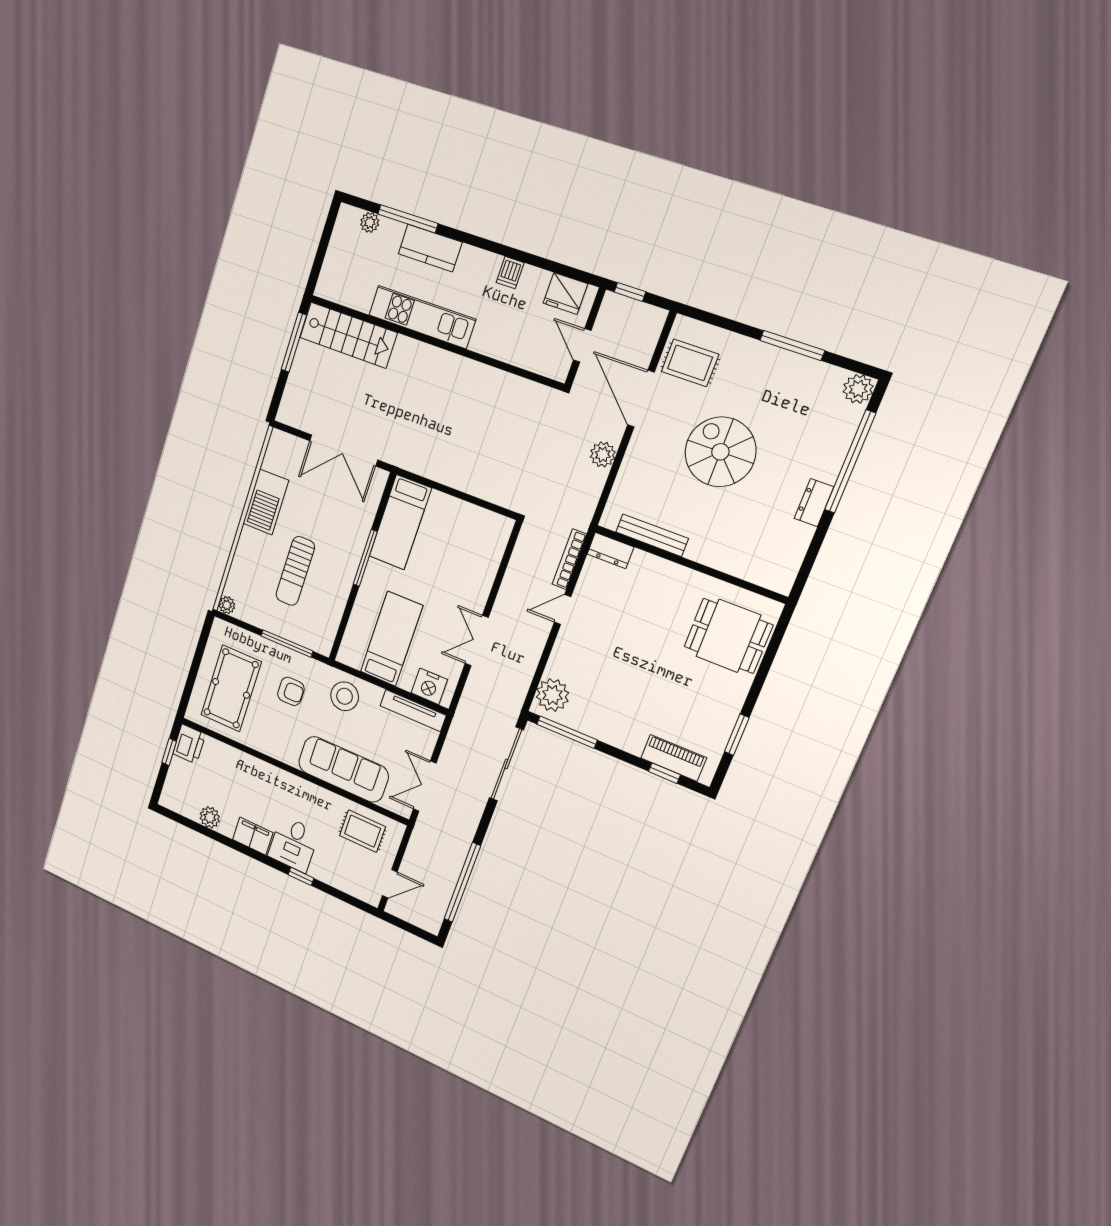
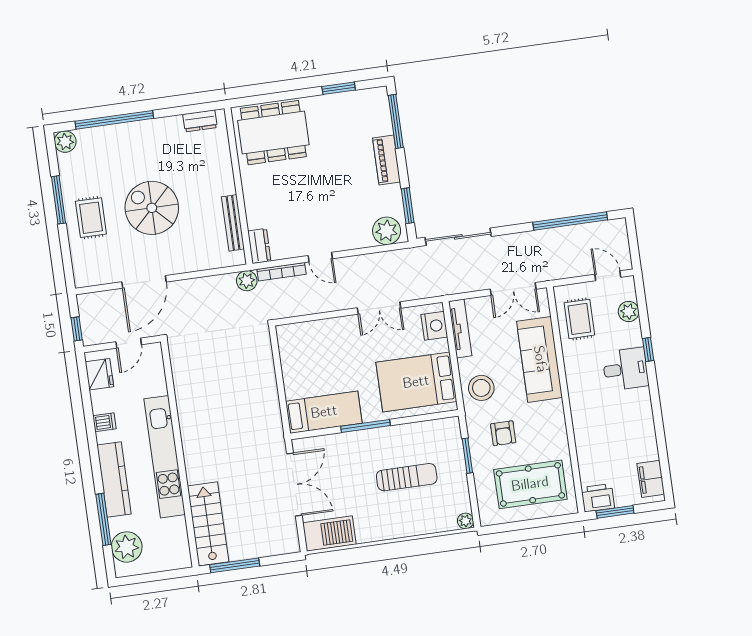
plant: (370, 222) -> (127, 547), width x1.88, depth x1.88
kitchen counter: (430, 248) -> (114, 479), width x1.50
kitchen unit: (422, 317) -> (165, 457), width x1.36
rug: (690, 363) -> (91, 218), moved
spiral stairs: (720, 452) -> (152, 208), turned 90
plant: (603, 454) -> (247, 281), moved
barbecue: (266, 502) -> (329, 534), moved
dresser: (814, 503) -> (200, 121), moved
dining table: (728, 636) -> (273, 133), width x1.38
bed: (392, 639) -> (416, 382), width x1.50
window: (287, 644) -> (467, 456), width x0.69
armchair: (291, 691) -> (503, 433), turned 180
window: (567, 732) -> (408, 206), width x0.69
window: (169, 752) -> (615, 512), width x1.50
piano: (674, 758) -> (386, 160), moved
window: (664, 773) -> (396, 121), width x2.17
plant: (210, 817) -> (629, 312), moved
filing cabinet: (253, 836) -> (651, 479), moved

